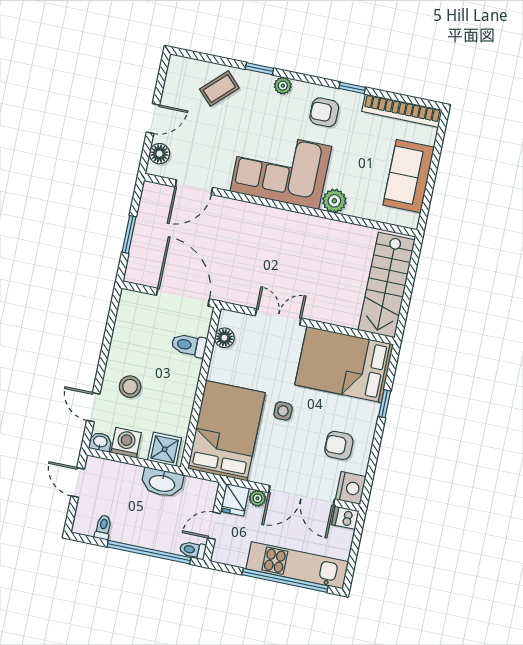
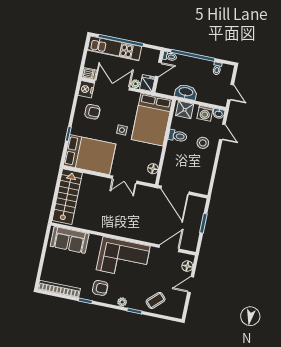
sofa: (409, 176) -> (70, 240), moved, turned 90
plant: (334, 201) -> (95, 241), removed
toilet: (189, 345) -> (178, 136), moved

